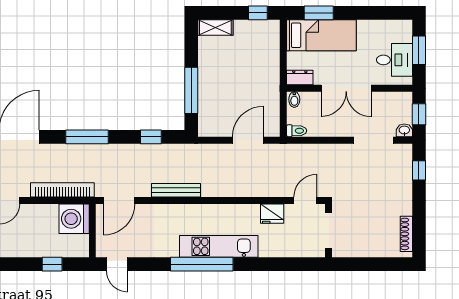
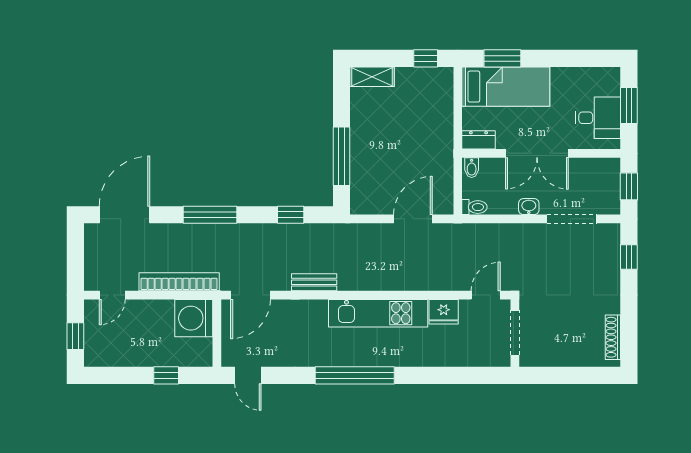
washbasin: (404, 130) -> (529, 207), moved
bench: (176, 190) -> (314, 282), width x0.73
kitchen unit: (219, 246) -> (378, 313), moved, turned 180

